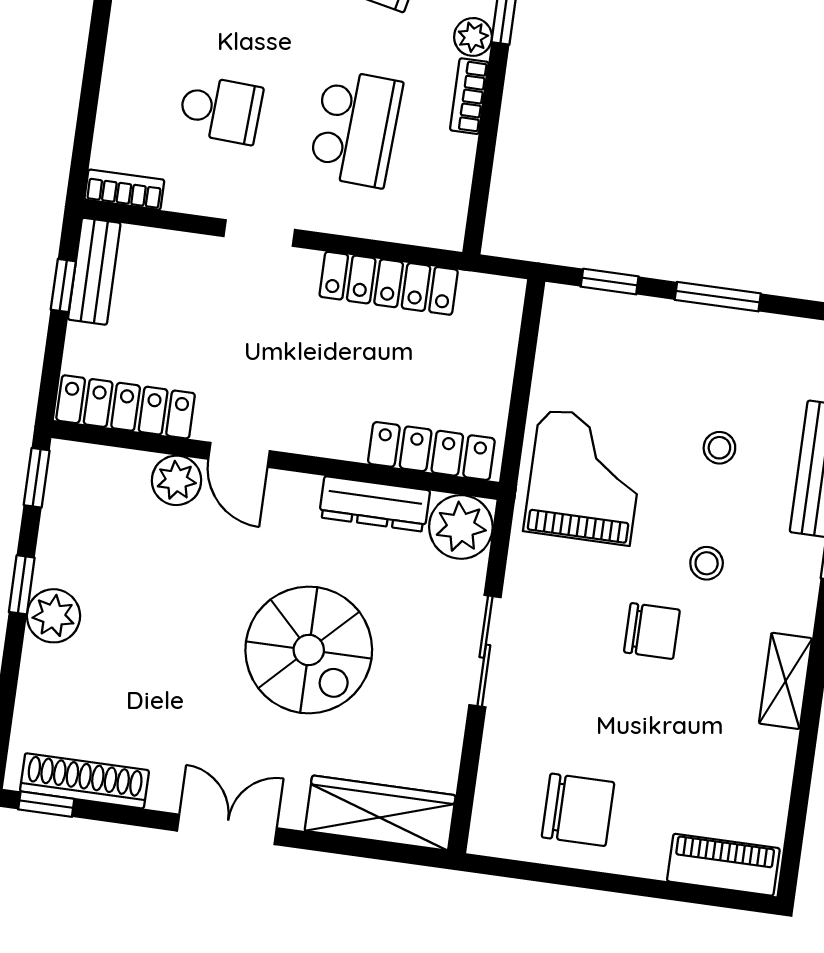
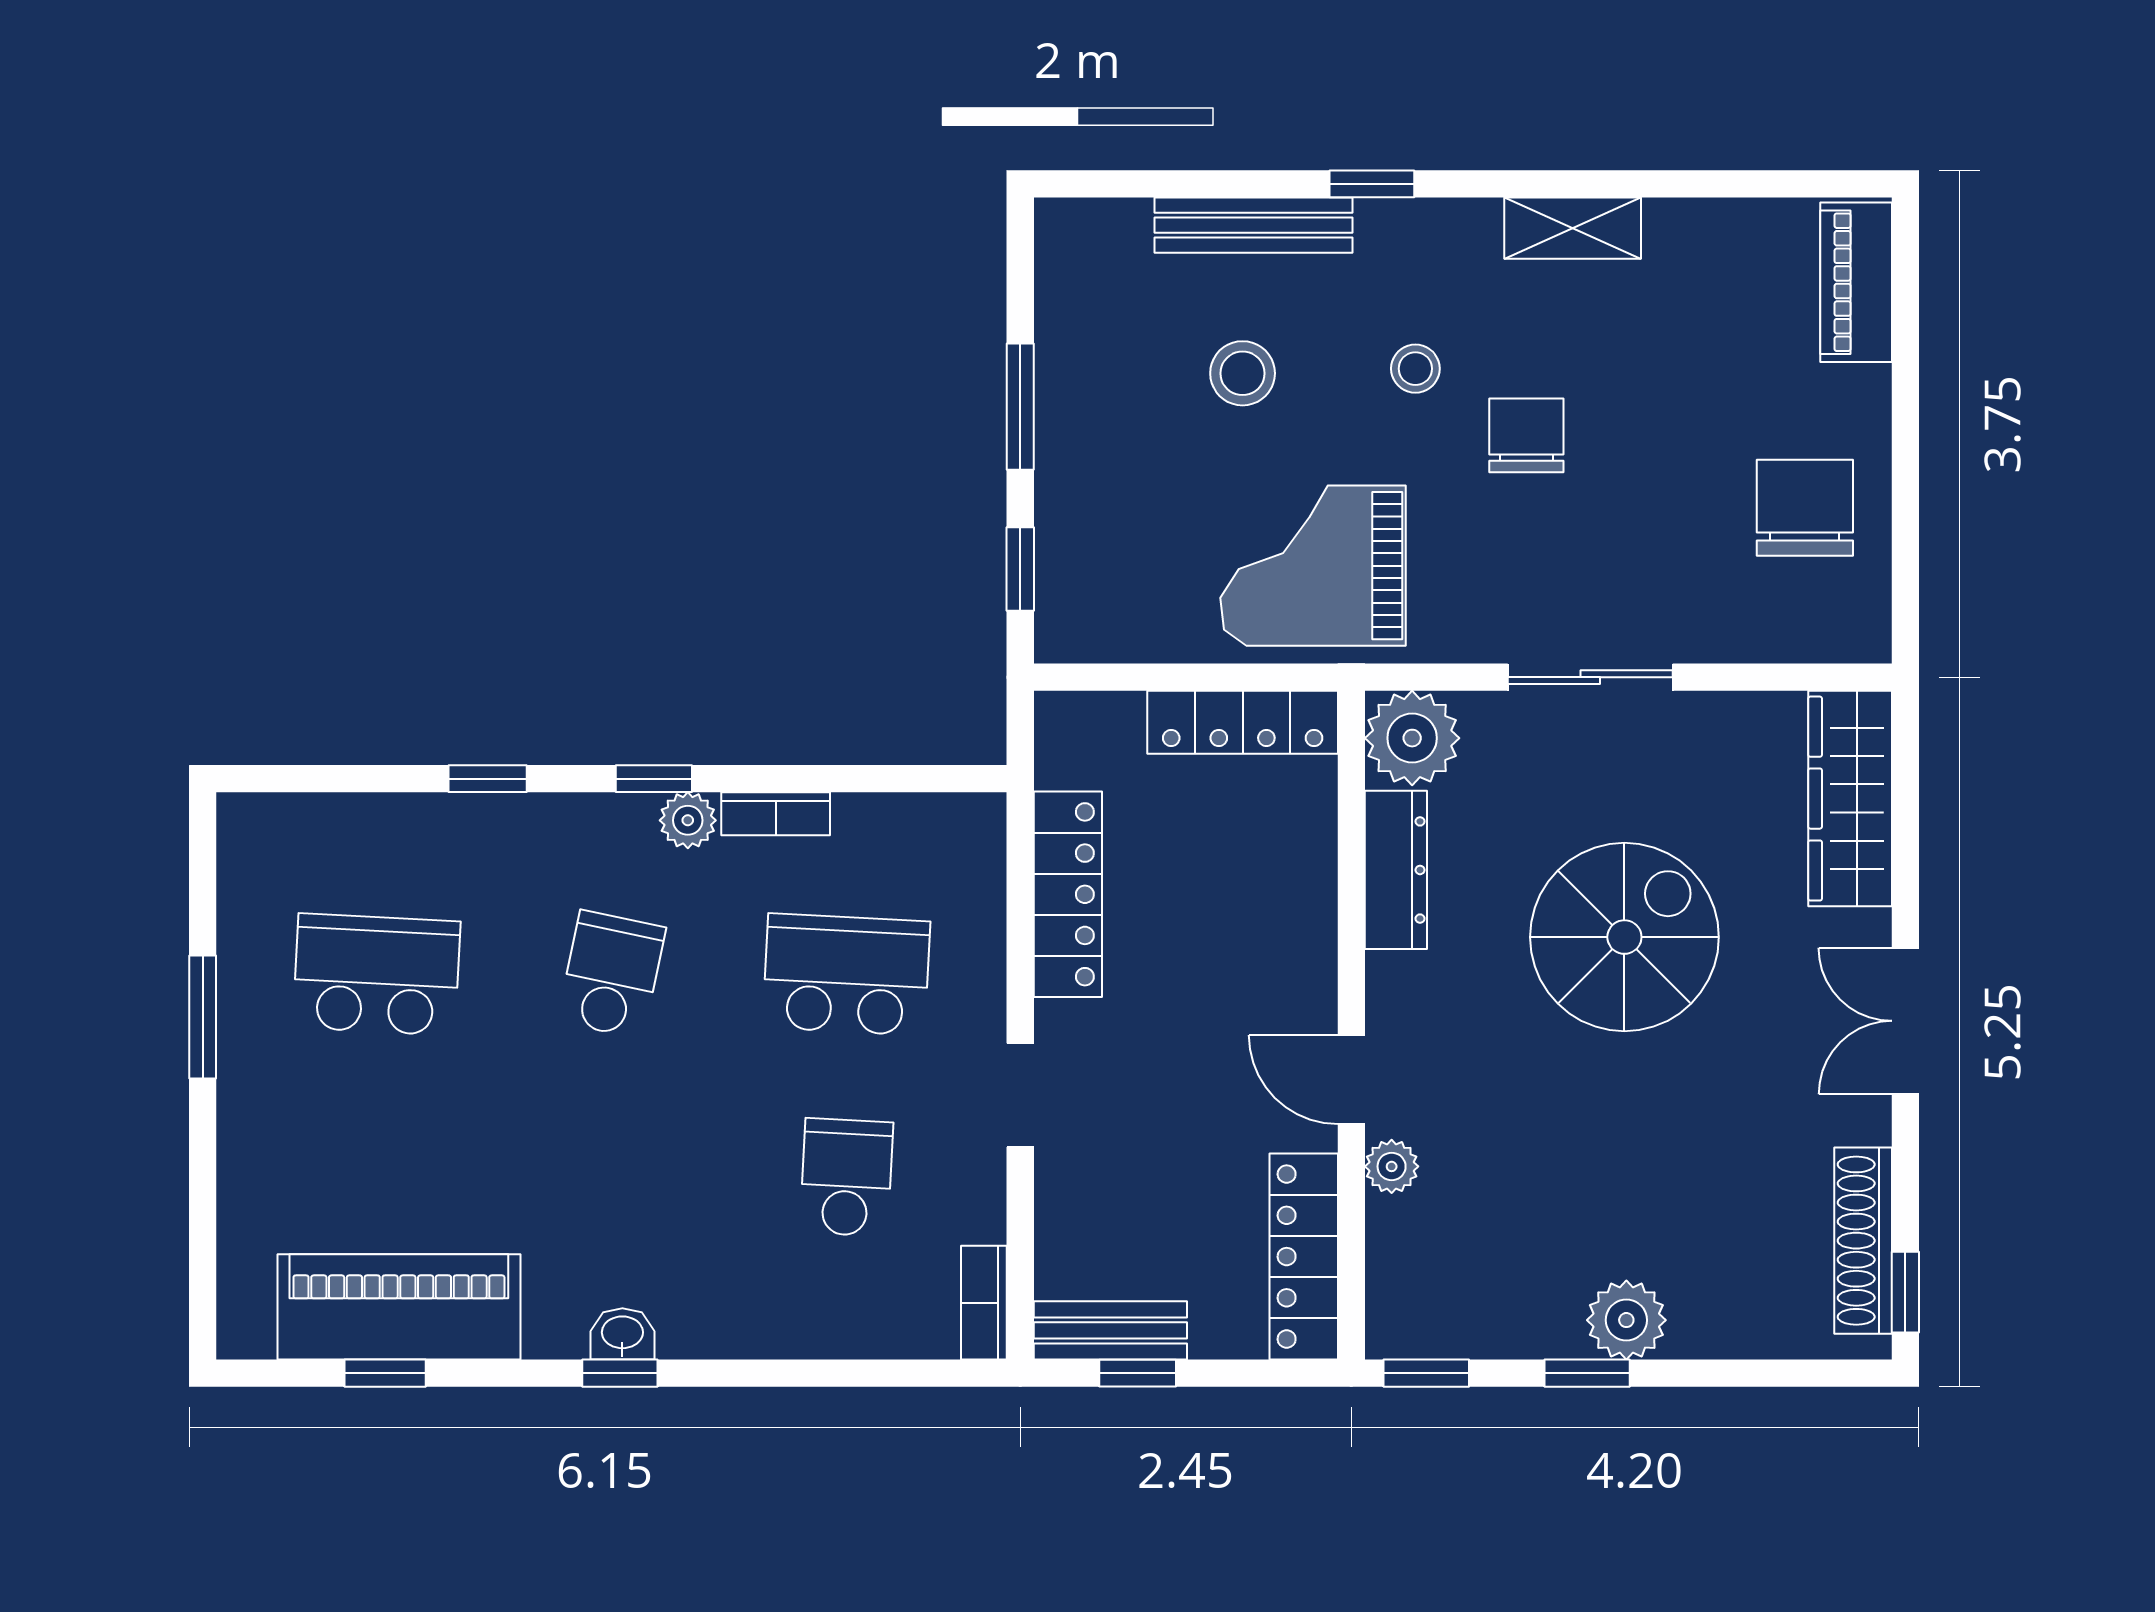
stool: (719, 448) -> (1243, 373), width x1.37, depth x1.37
locker: (431, 451) -> (1243, 722), moved, turned -90
door: (239, 455) -> (1351, 1080), swing flipped
plant: (177, 480) -> (1392, 1166), width x0.73, depth x0.73

